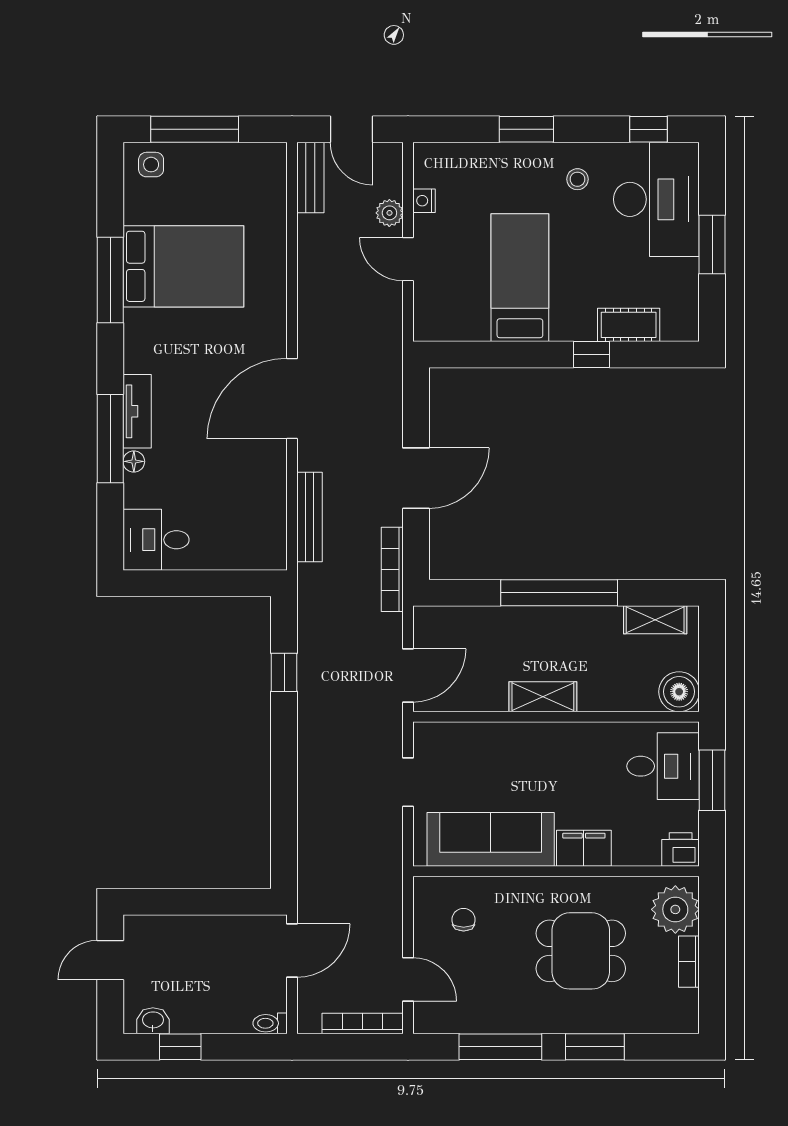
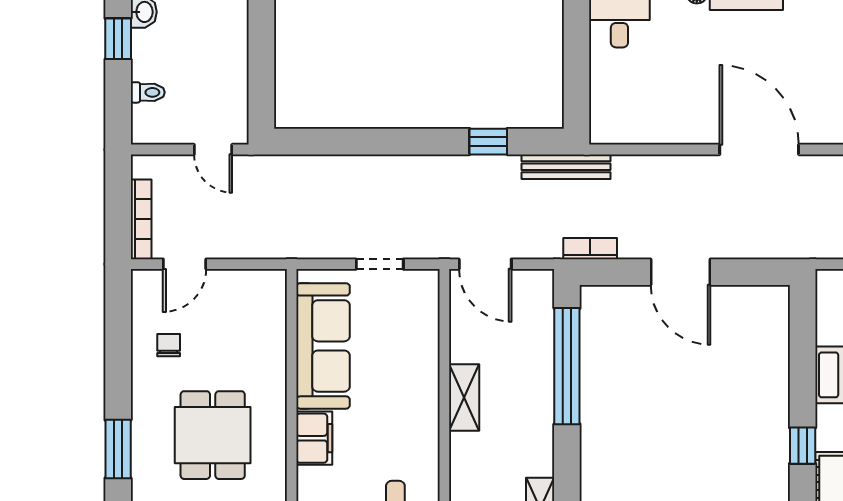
bench: (309, 517) -> (566, 167), moved
bookcase: (392, 569) -> (590, 249), width x0.64
window: (559, 593) -> (567, 366), moved
chair: (464, 920) -> (169, 345), moved, turned -90
door: (292, 951) -> (213, 150), width x0.73
toilet: (270, 1023) -> (148, 92), moved, turned 90
window: (500, 1047) -> (118, 356), removed

